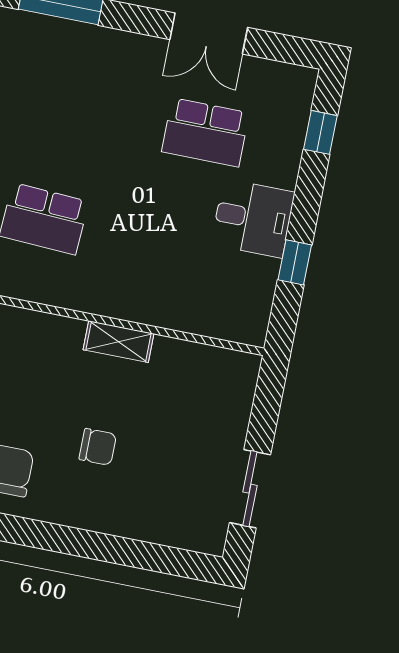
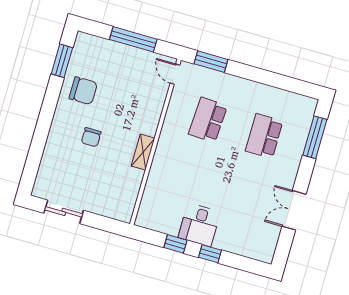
school desk: (205, 132) -> (264, 136), moved
window: (320, 132) -> (210, 254), moved

